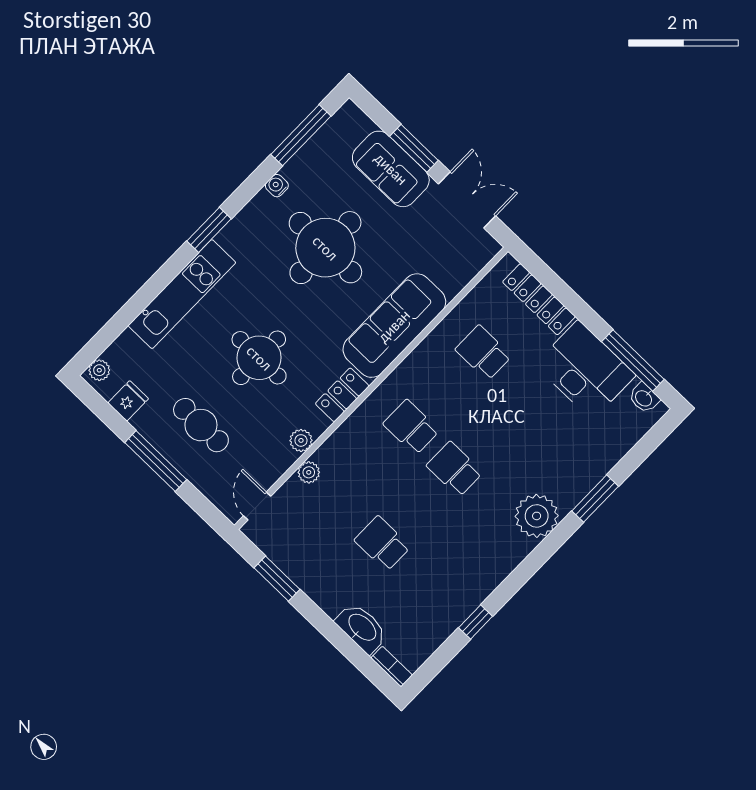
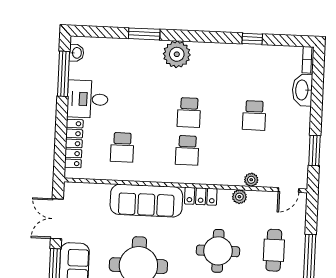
desk: (585, 370) -> (88, 99), width x0.73

